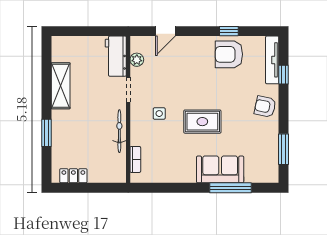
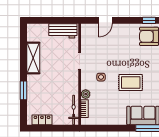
workbench: (116, 56) -> (63, 31), moved, turned -90
plant: (137, 60) -> (86, 94), moved
bicycle: (119, 131) -> (74, 110), moved

